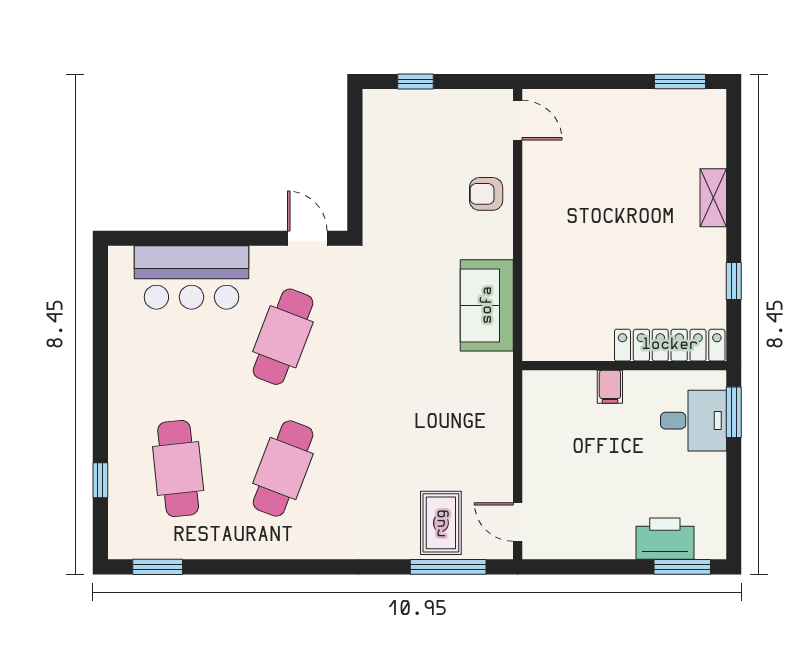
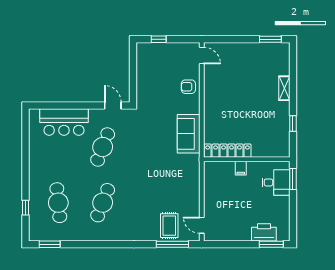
locker: (670, 345) -> (228, 151), moved

